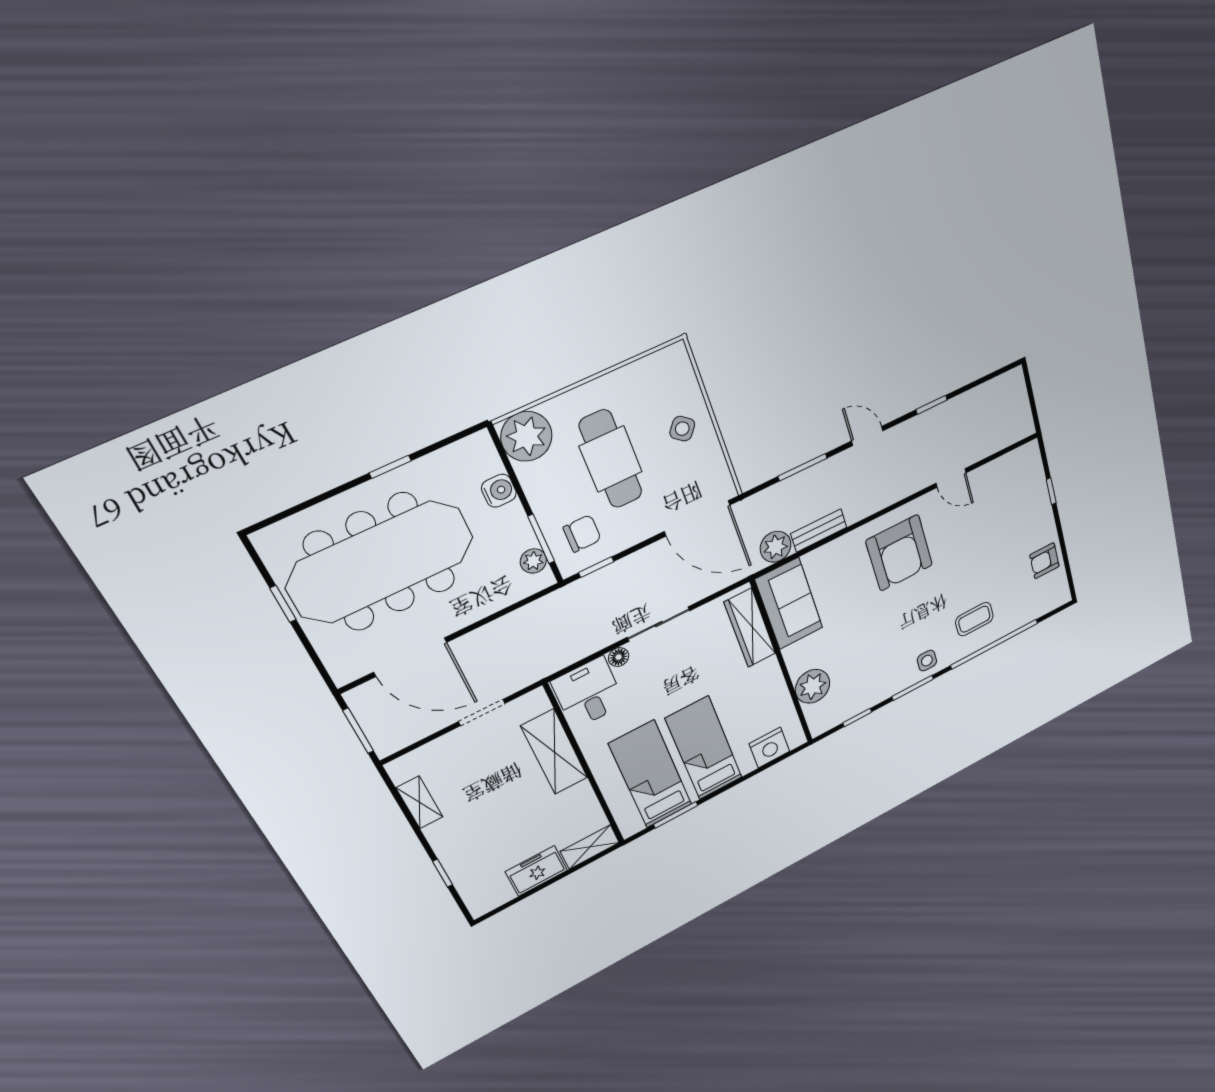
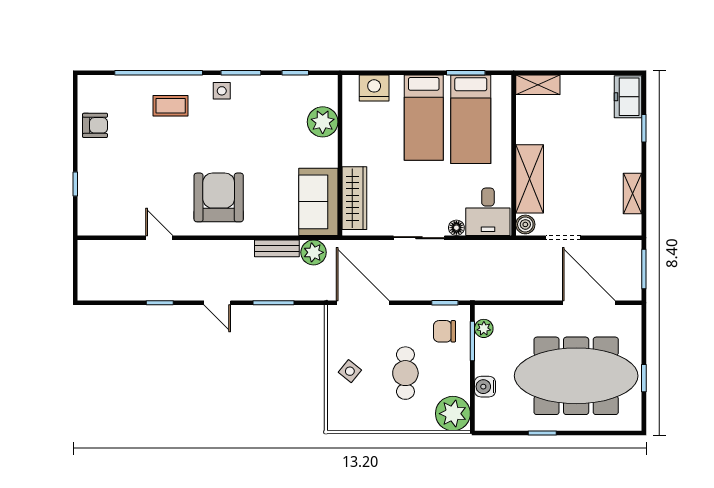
cafe table: (611, 459) -> (405, 373), width x0.73, depth x0.74
boiler: (536, 703) -> (525, 224), added
freezer: (536, 871) -> (628, 97), moved, turned 90

